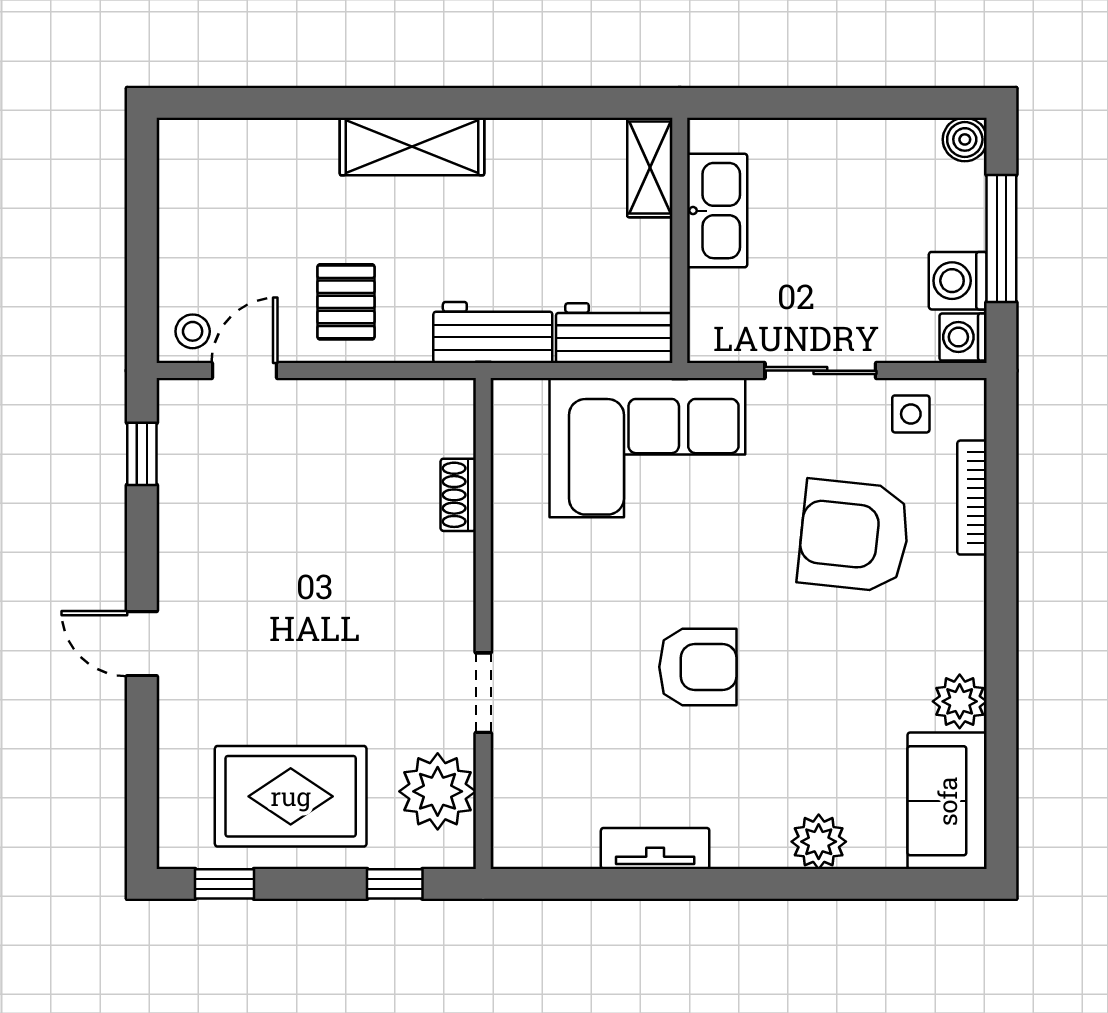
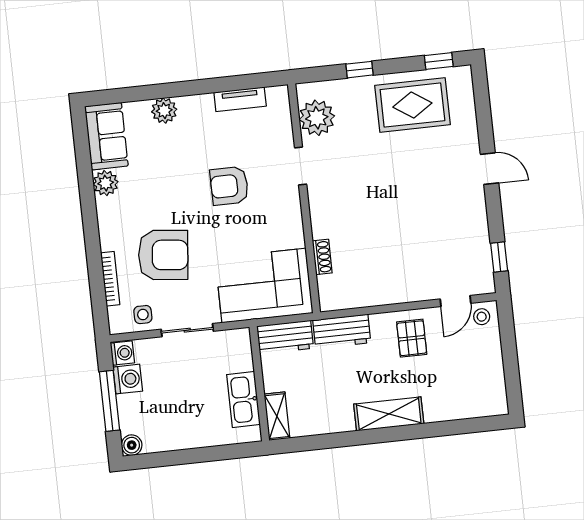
shoe rack: (458, 495) -> (322, 257), moved
wall: (483, 624) -> (304, 198), moved
doorway: (483, 693) -> (301, 166), moved
plant: (438, 791) -> (317, 118), moved

